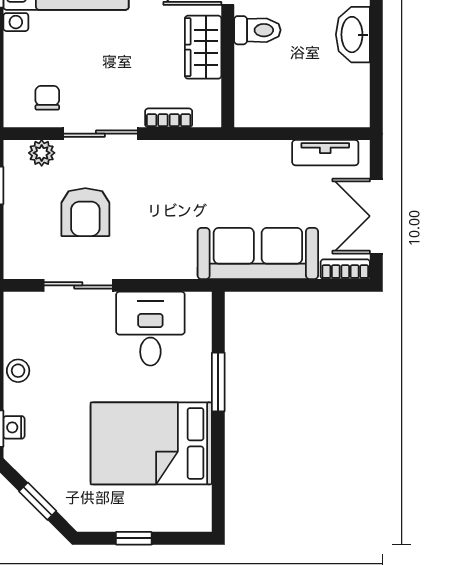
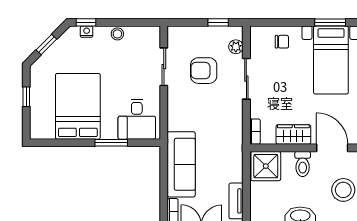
chair: (47, 98) -> (282, 42), moved
shower: (261, 98) -> (266, 166), added
bookcase: (169, 118) -> (255, 132), moved
desk: (150, 329) -> (137, 119), moved, turned 90

